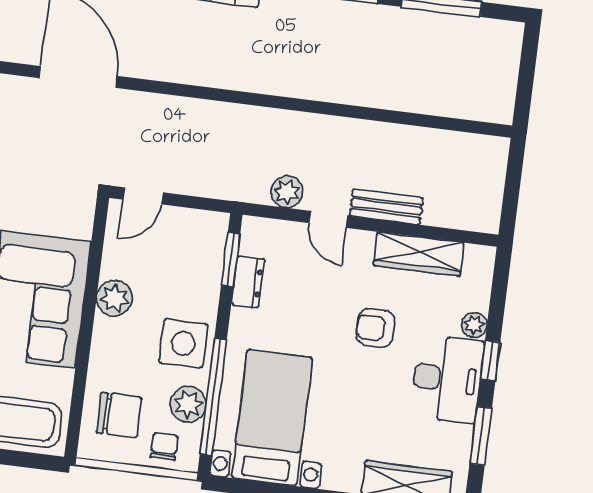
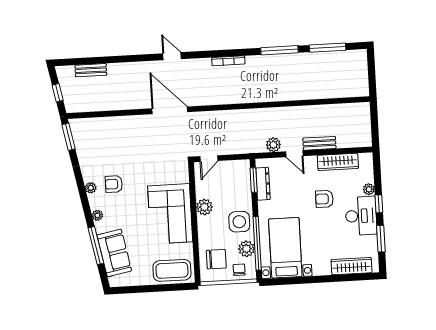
dresser: (248, 282) -> (263, 184), width x1.44

